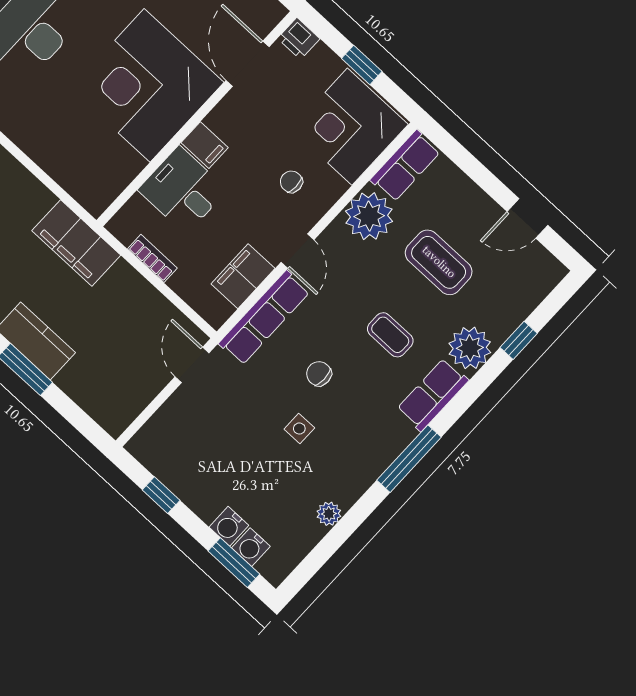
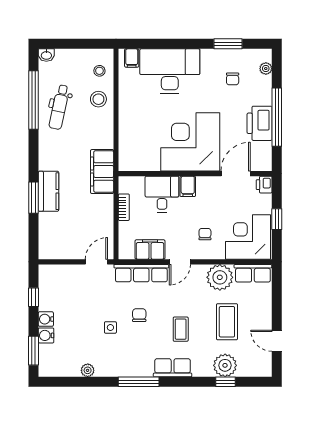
plant: (470, 348) -> (225, 365), moved
water cooler: (251, 547) -> (46, 319), moved

